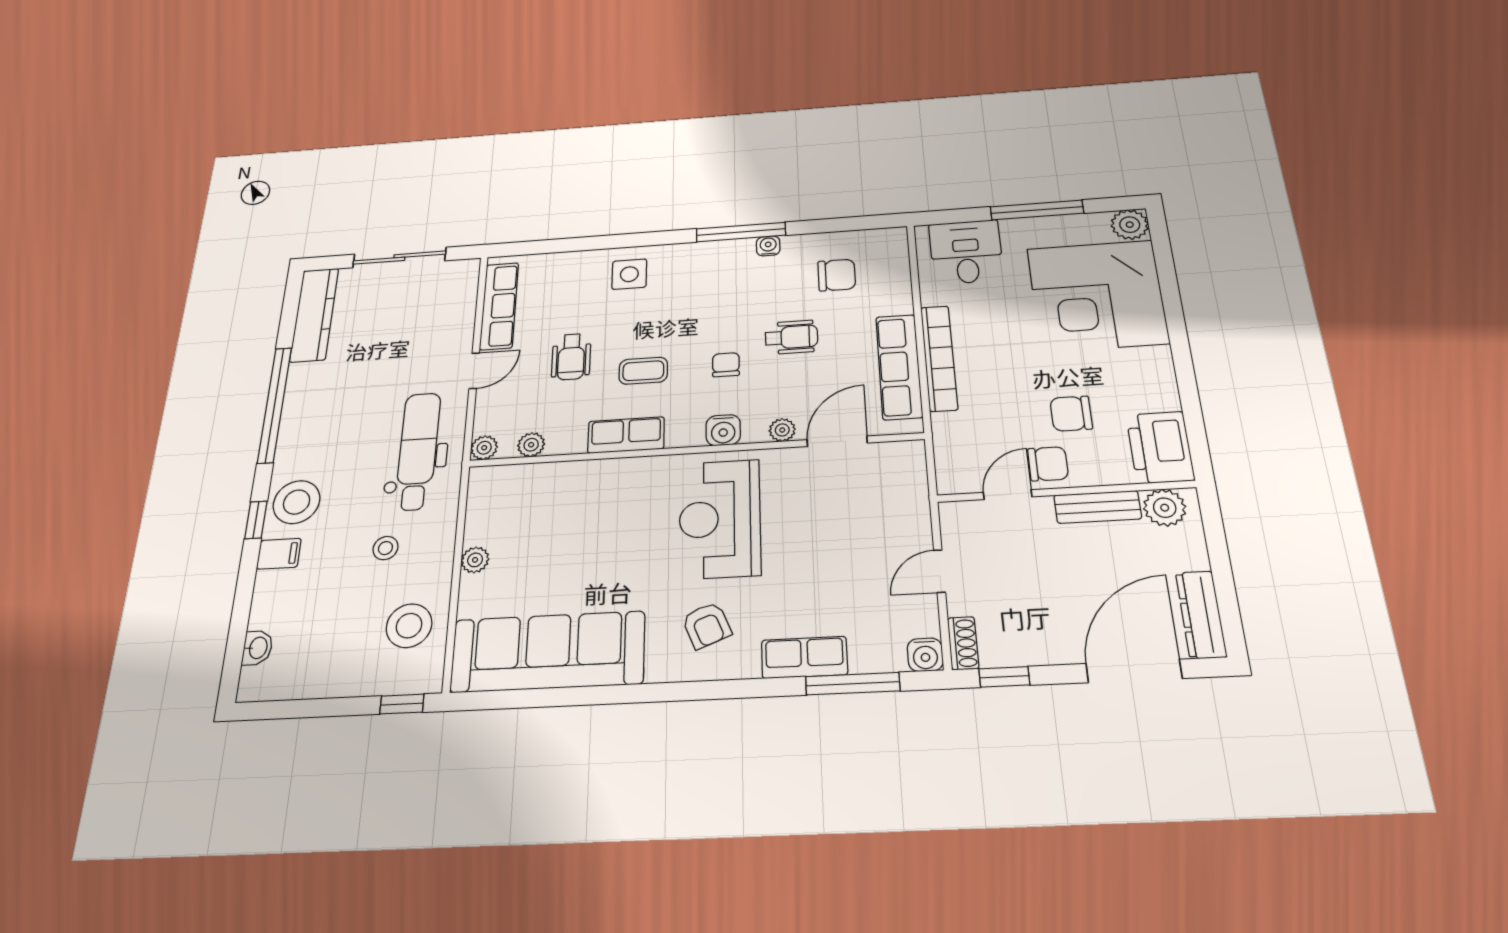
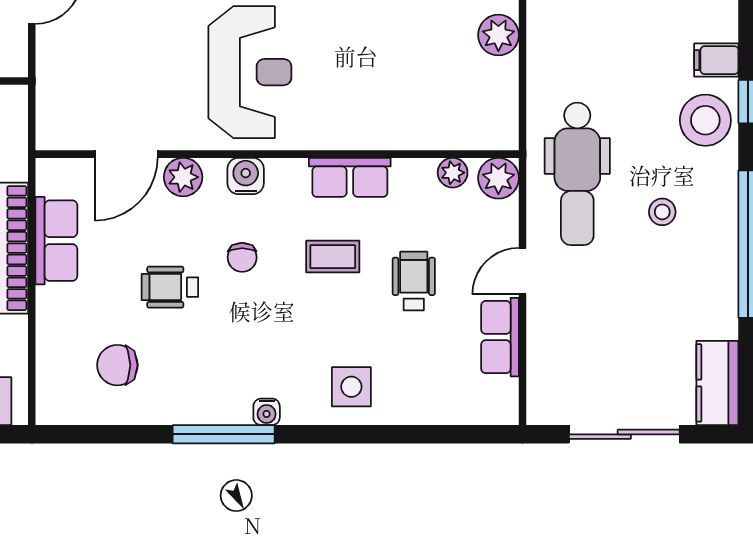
water cooler: (768, 246) -> (267, 412), moved
row of seats: (499, 306) -> (500, 337), width x0.68
kitchen counter: (314, 315) -> (717, 383), width x0.67
row of seats: (899, 367) -> (56, 241), width x0.68
plant: (782, 430) -> (183, 177), width x1.38, depth x1.38
plant: (484, 448) -> (498, 178), width x1.38, depth x1.38
stool: (385, 548) -> (662, 212), moved
plant: (475, 560) -> (498, 35), width x1.38, depth x1.38

